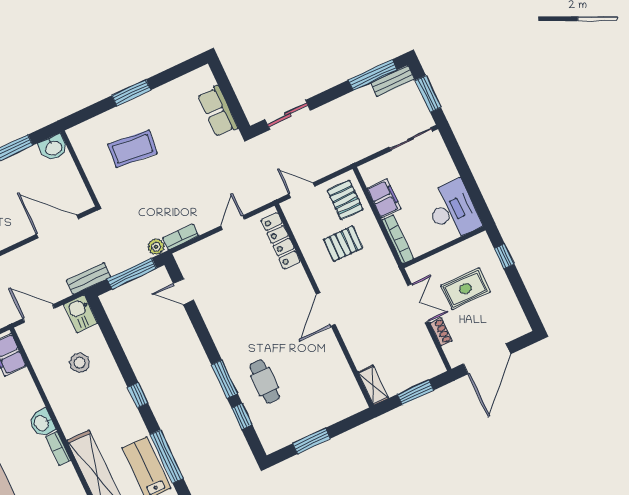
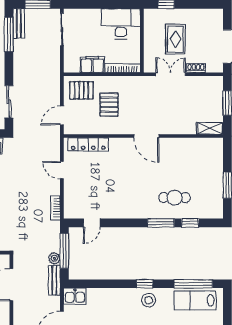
plant: (156, 247) -> (54, 258), moved
stool: (80, 363) -> (149, 300), moved

